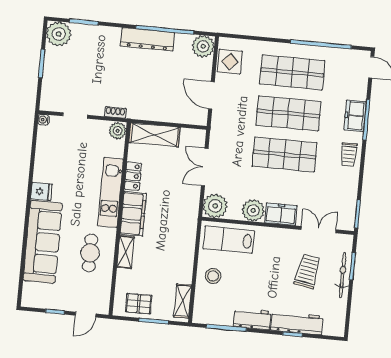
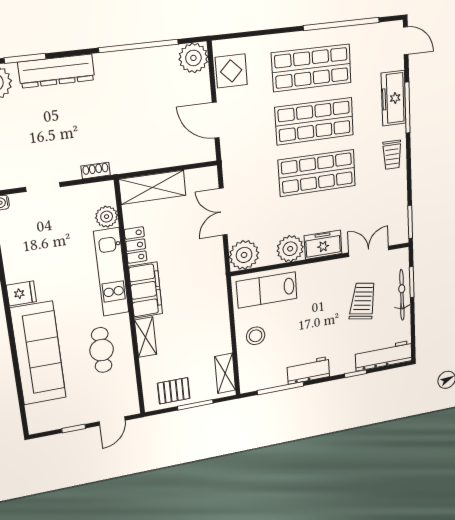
dresser: (147, 39) -> (57, 71), moved
freezer: (355, 116) -> (394, 98), width x1.40
plant: (118, 131) -> (107, 217), moved
workbench: (297, 323) -> (384, 356), moved

